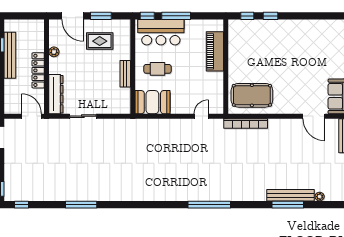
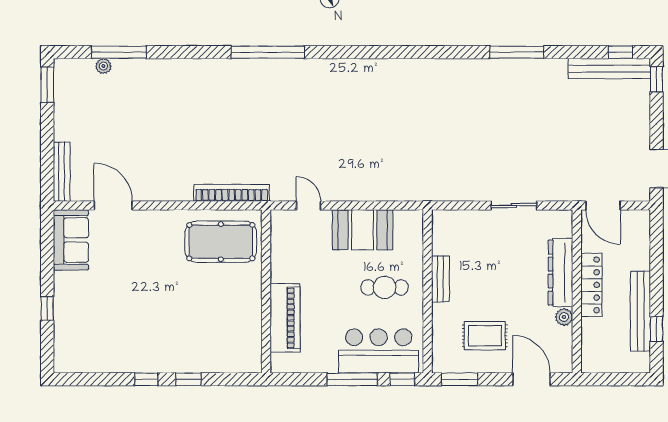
window: (101, 16) -> (460, 379), moved
window: (247, 16) -> (146, 379), moved
dresser: (56, 94) -> (561, 273), moved
booth: (152, 102) -> (362, 230), moved
door: (201, 116) -> (309, 206), swing flipped
bench: (291, 195) -> (609, 69), moved
window: (209, 205) -> (268, 52), moved
window: (288, 205) -> (119, 52), moved

